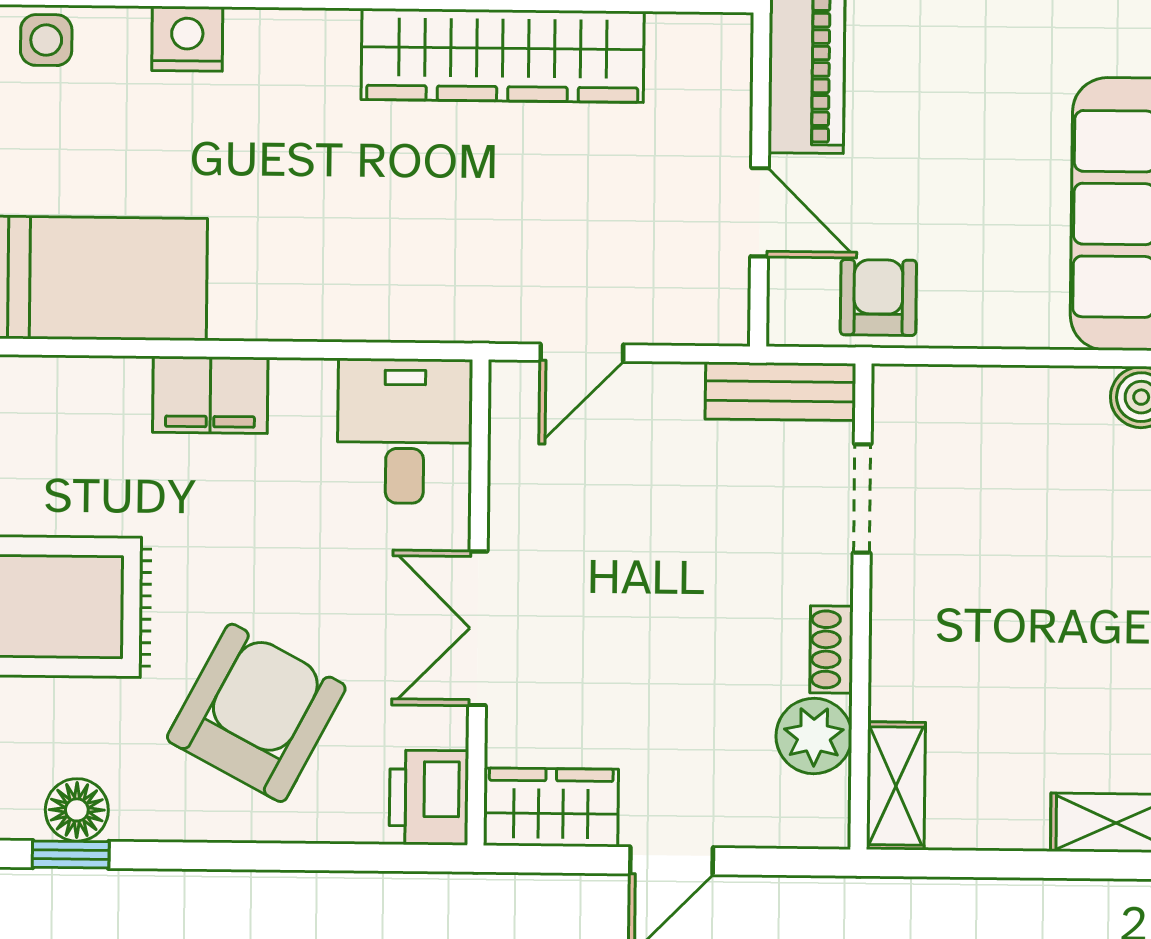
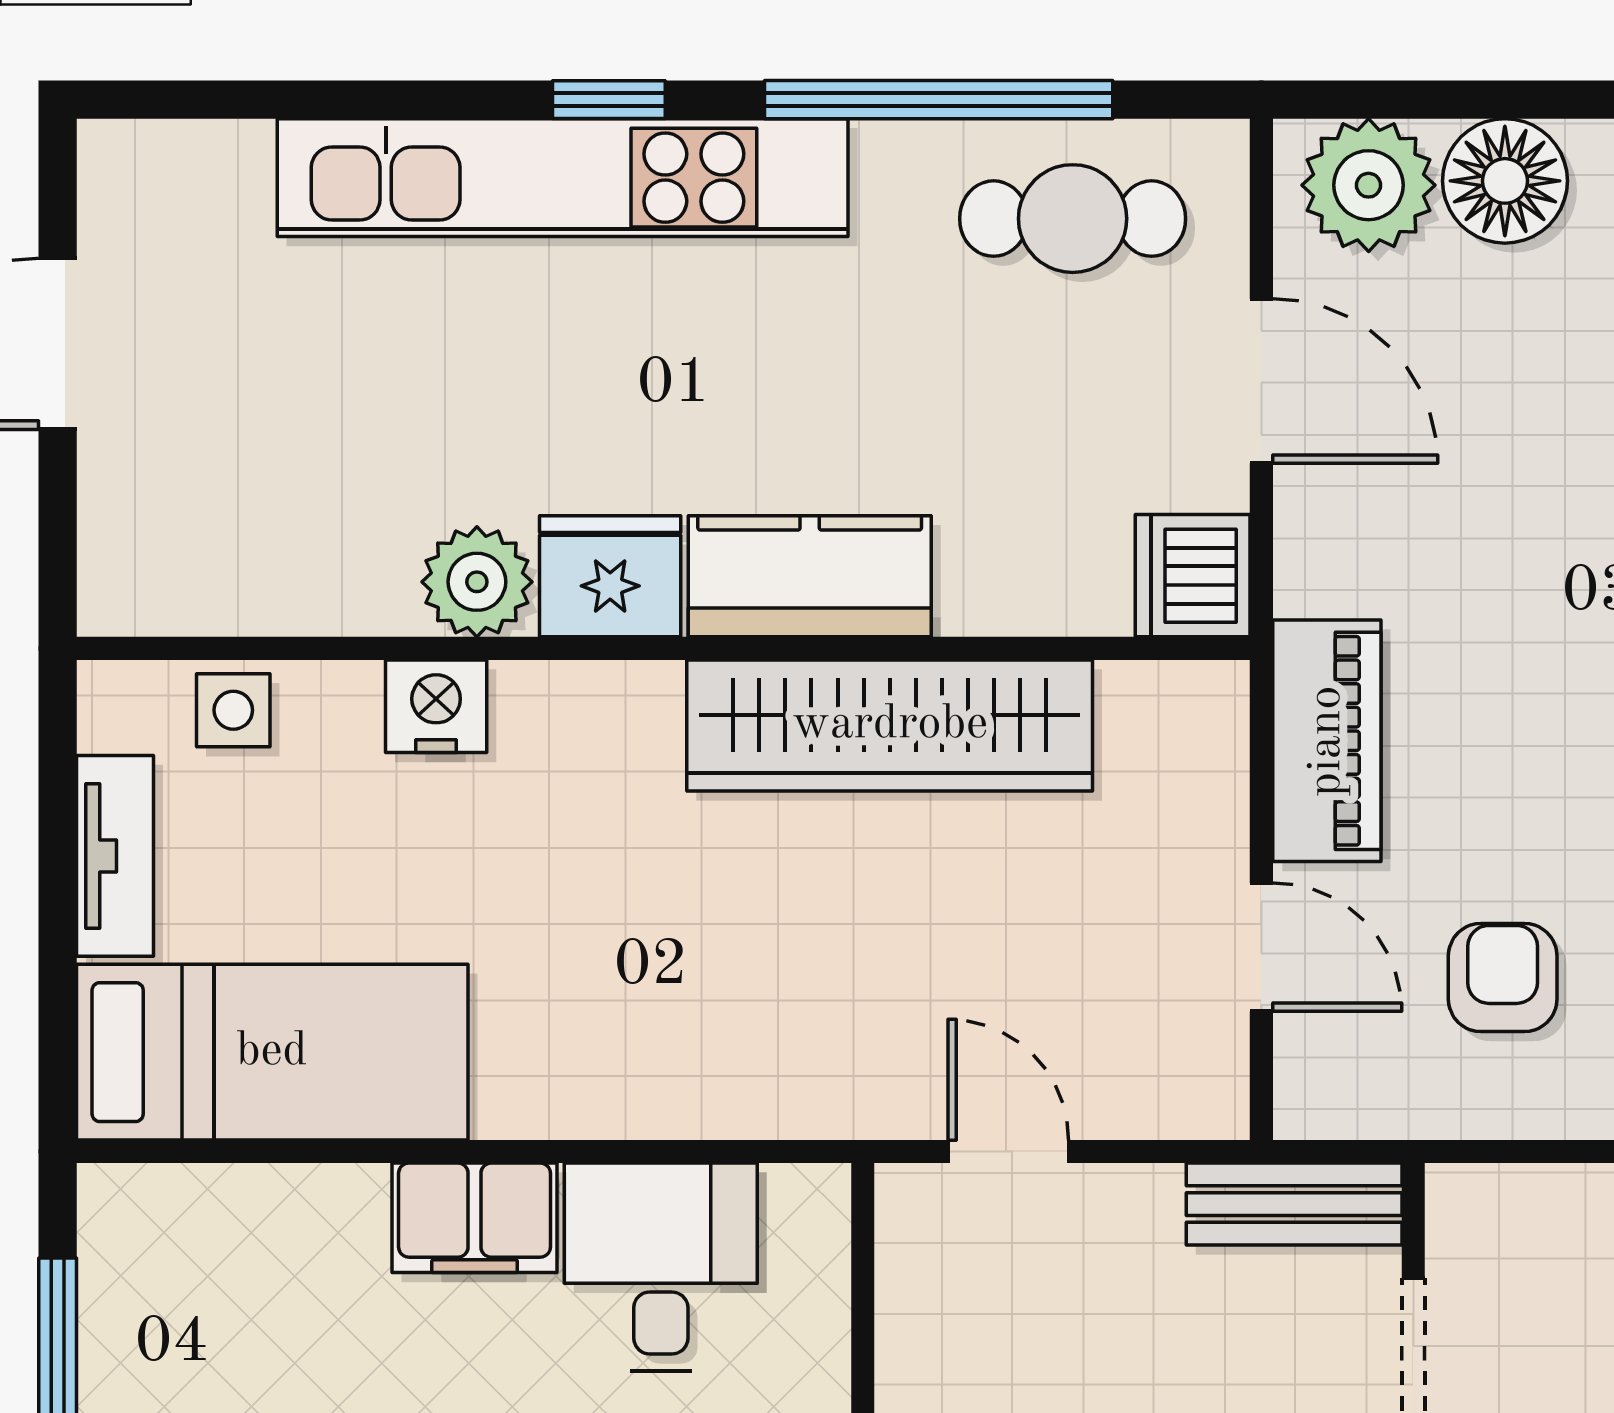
armchair: (878, 297) -> (1503, 977), moved
door: (582, 353) -> (1008, 1152), swing flipped
desk: (405, 431) -> (661, 1267), moved

